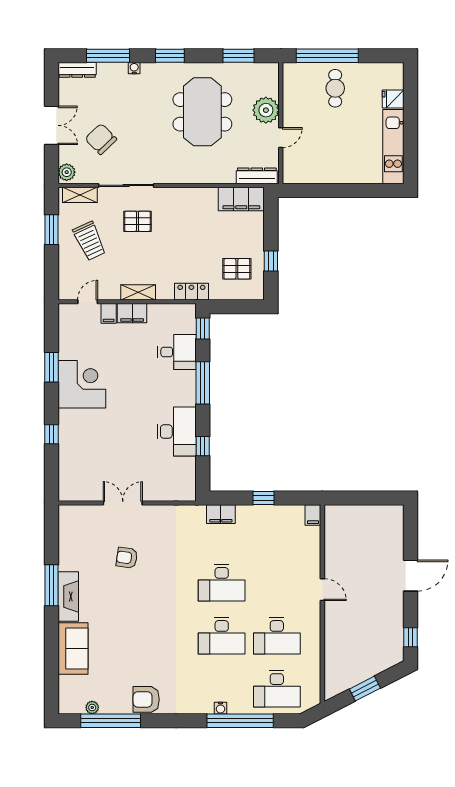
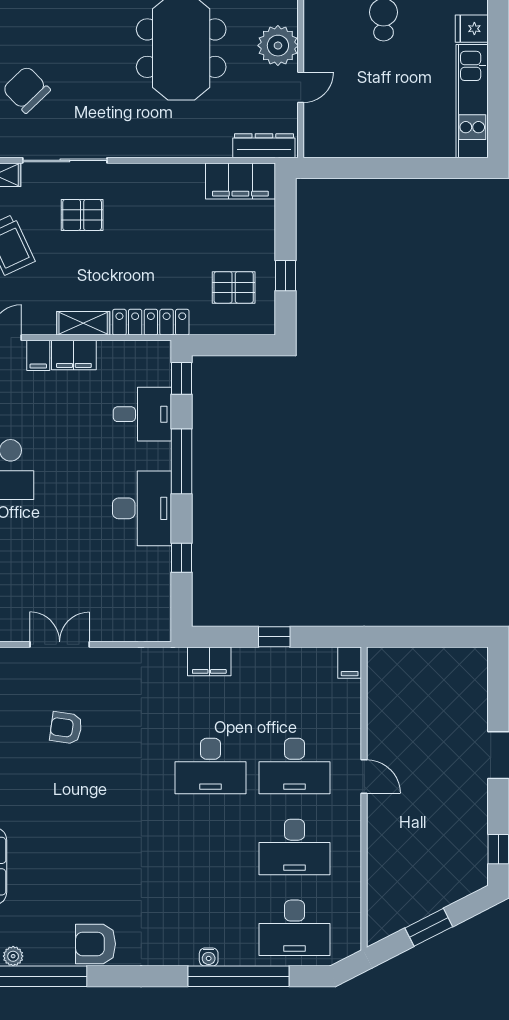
locker: (191, 292) -> (151, 322), width x1.53
desk: (177, 432) -> (142, 508), moved
desk: (222, 636) -> (295, 766), moved

